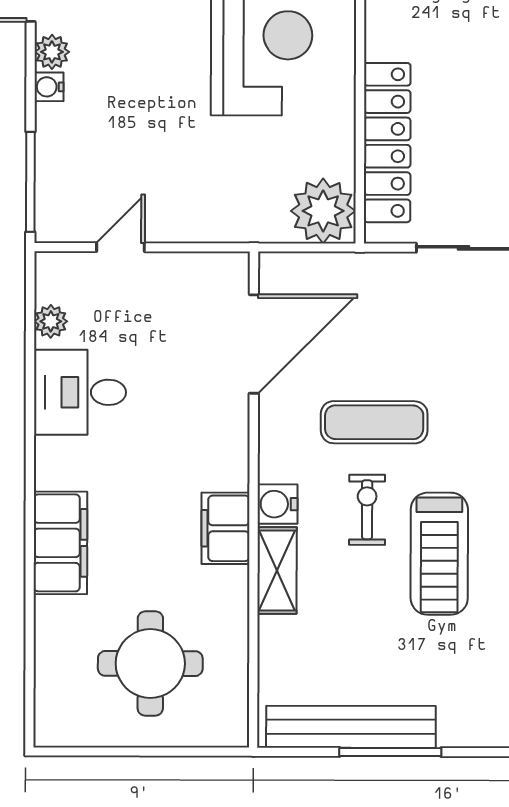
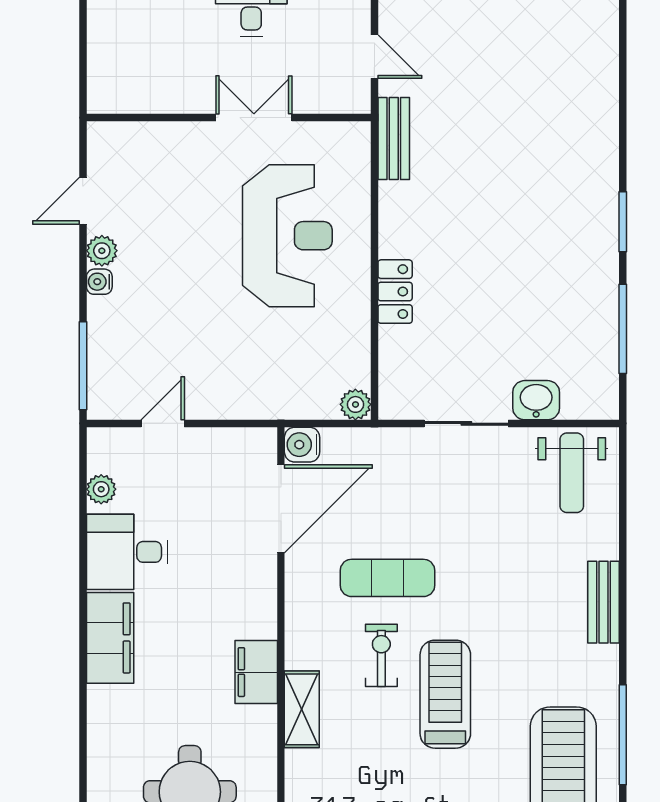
locker: (387, 143) -> (395, 292), width x0.46, depth x0.83
plant: (323, 211) -> (355, 404), width x0.53, depth x0.53
water cooler: (277, 504) -> (302, 445), moved
filing cabinet: (60, 543) -> (110, 638), moved
treadmill: (439, 554) -> (445, 694), turned 180

